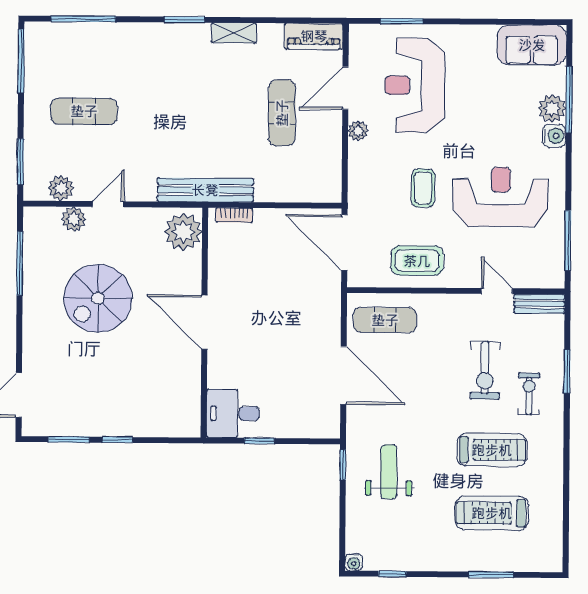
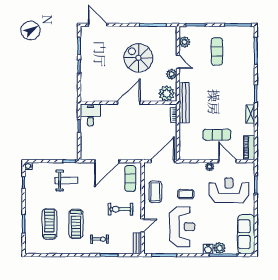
sofa: (532, 45) -> (246, 234), width x1.36
plant: (74, 219) -> (172, 74), moved
exercise bike: (485, 370) -> (120, 209), moved

